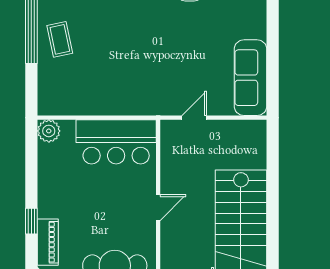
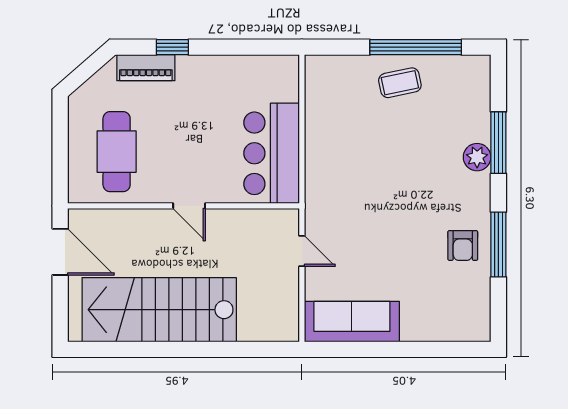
plant: (49, 131) -> (285, 69), removed

